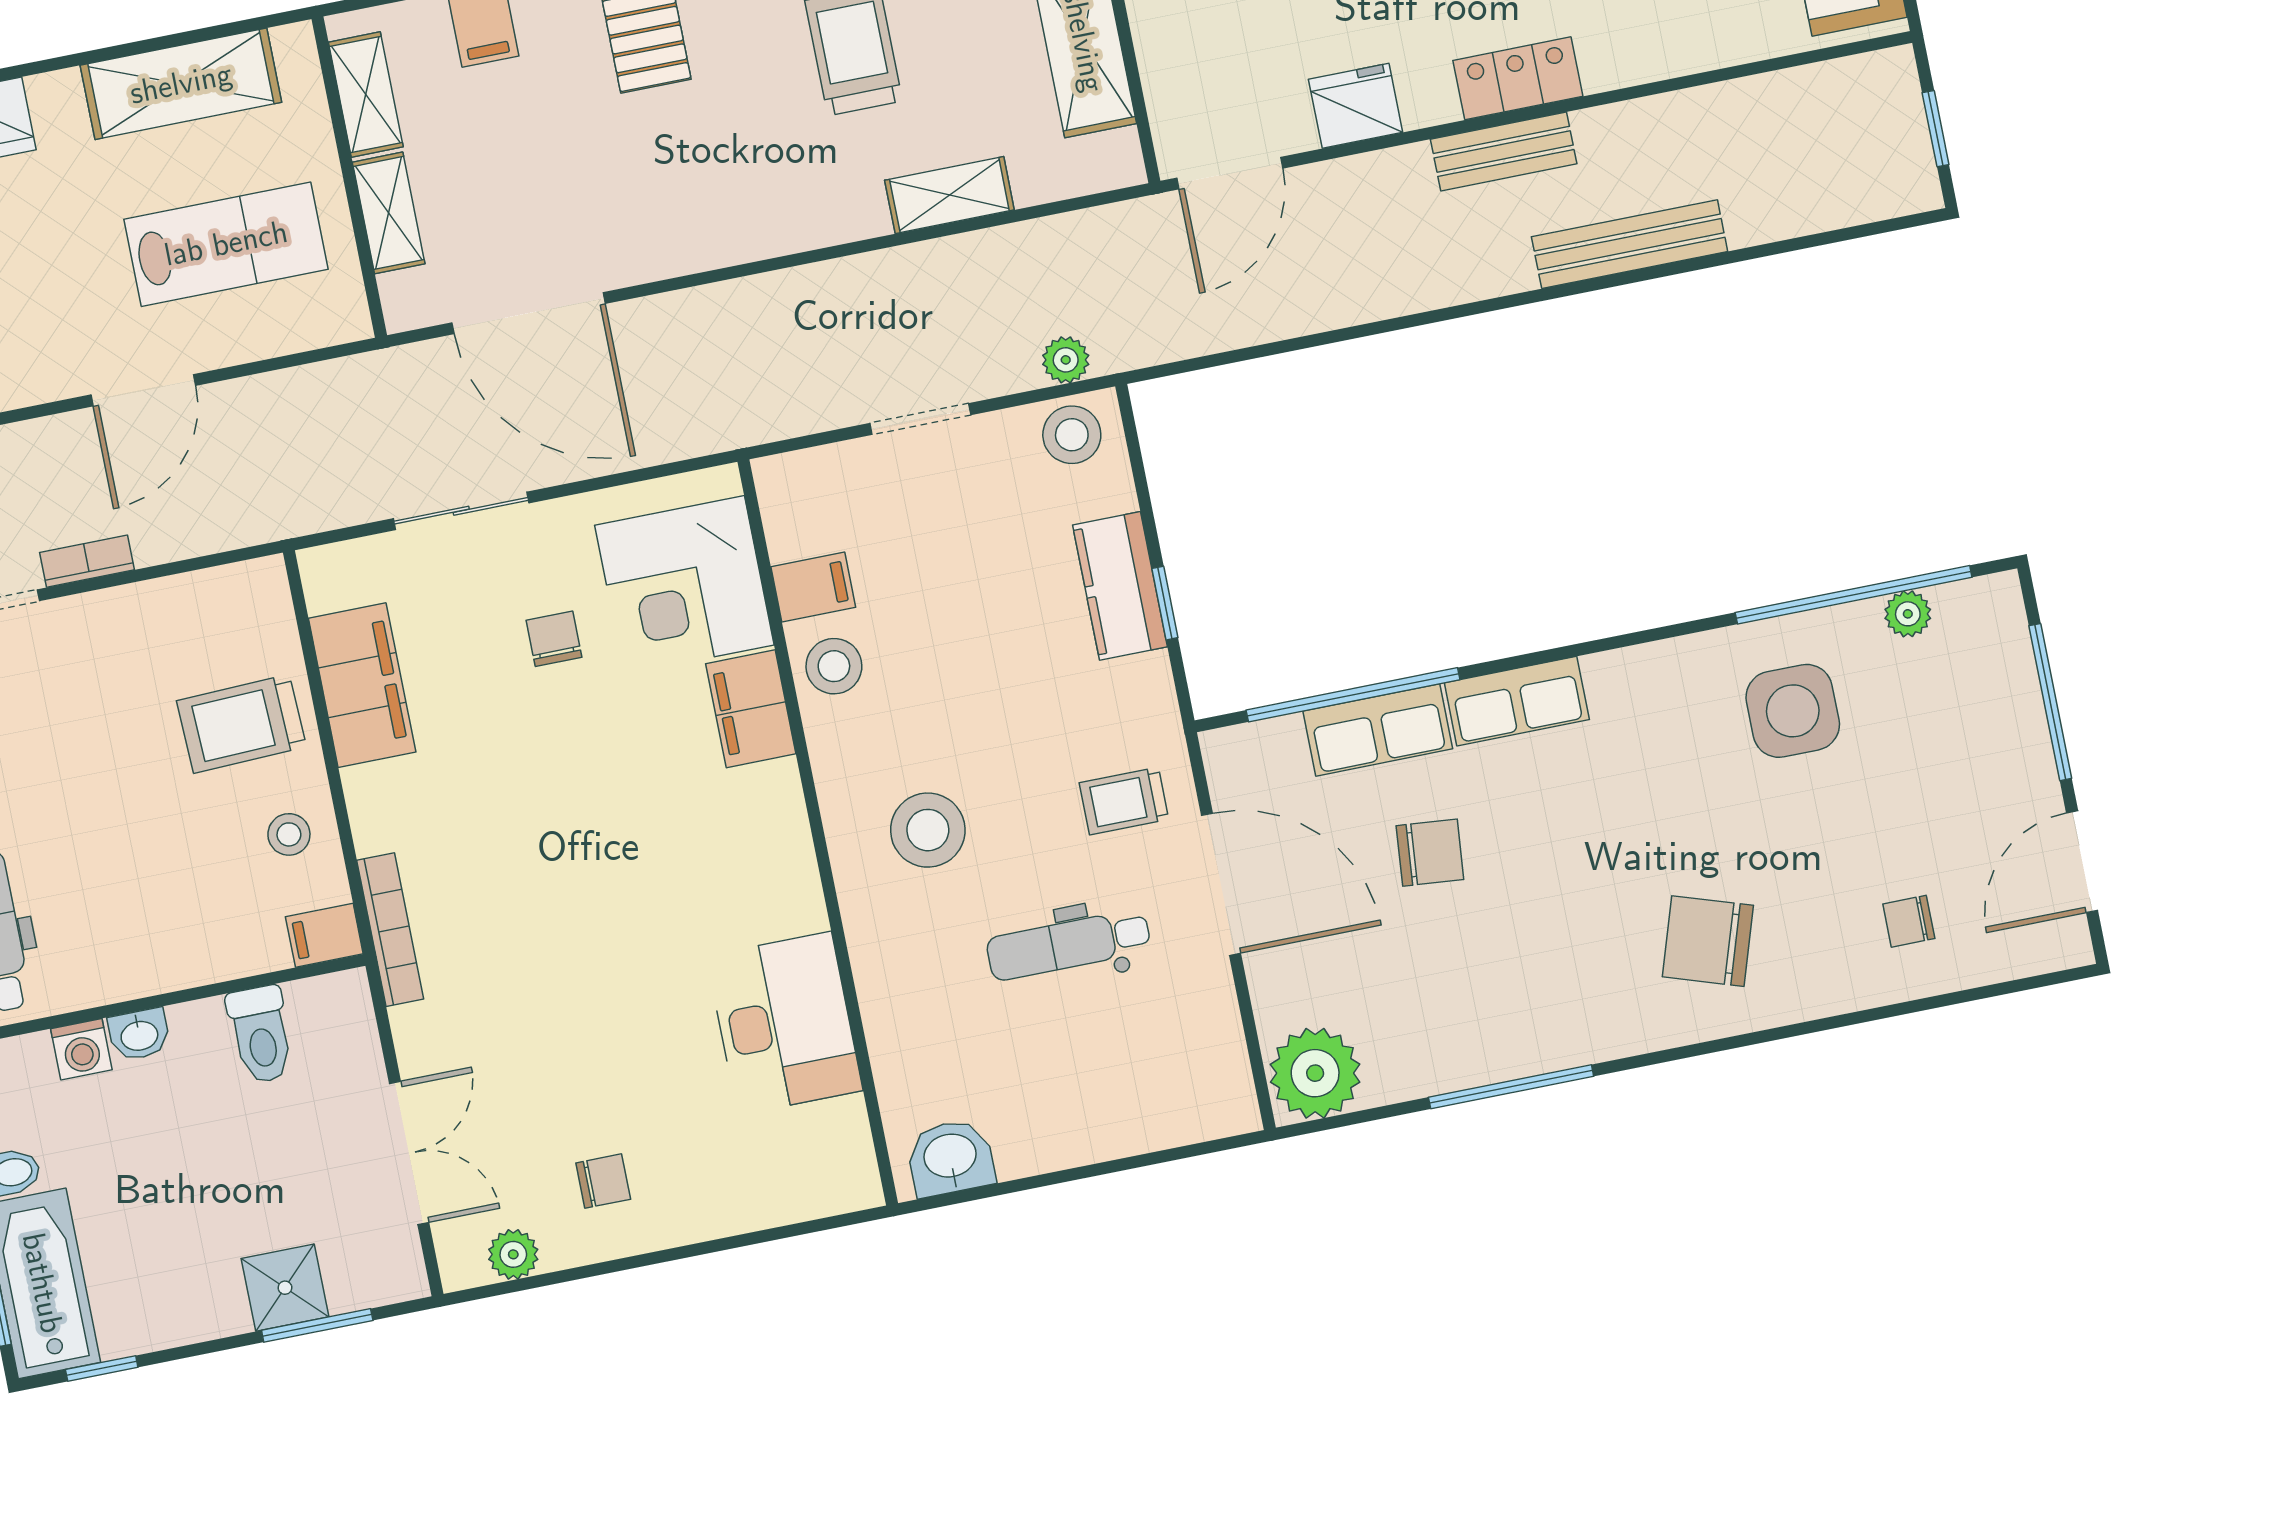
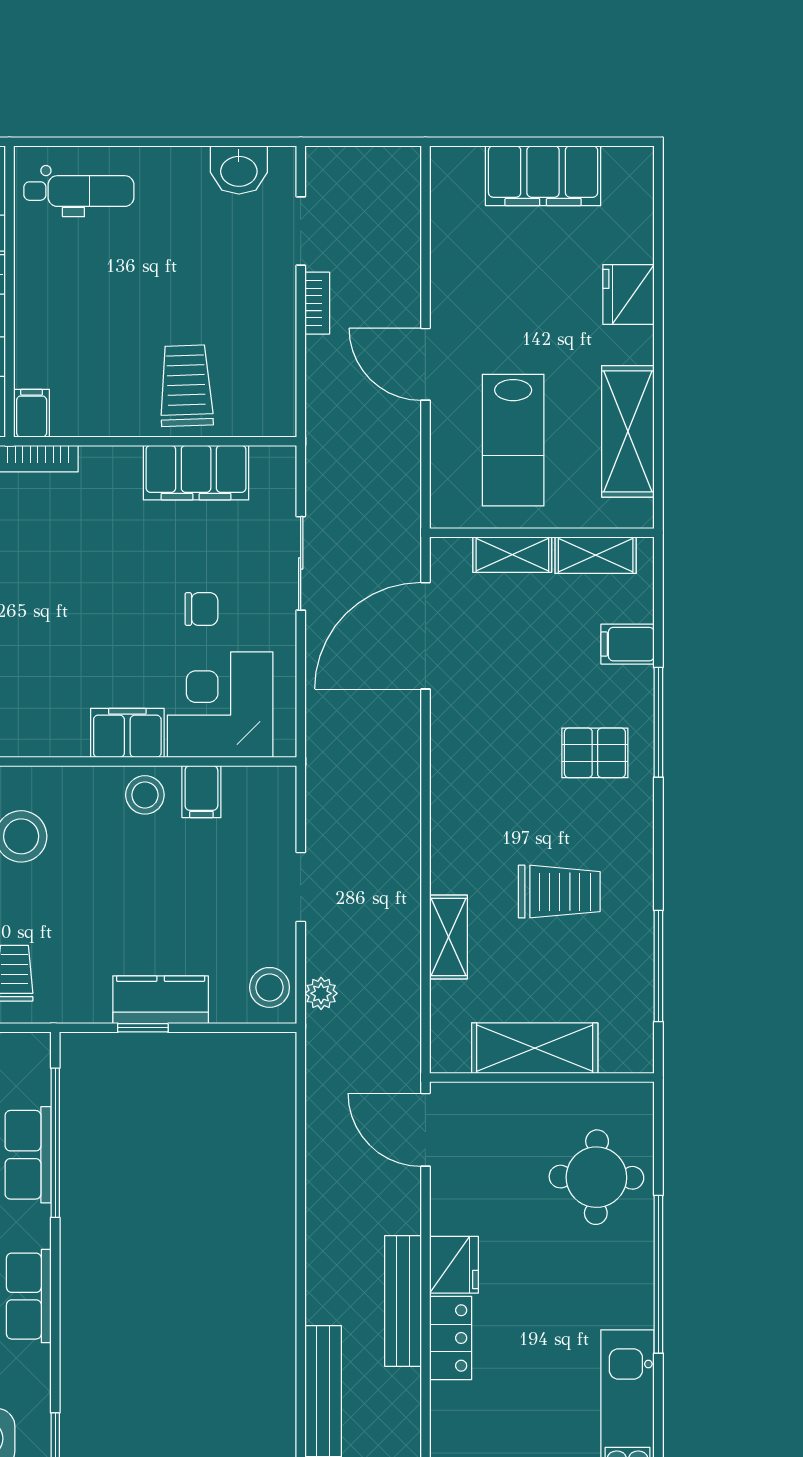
fridge: (1356, 106) -> (454, 1265), moved
bench: (1504, 151) -> (403, 1301), width x1.36
row of seats: (1517, 701) -> (29, 1296), moved
stool: (289, 834) -> (105, 403), removed

